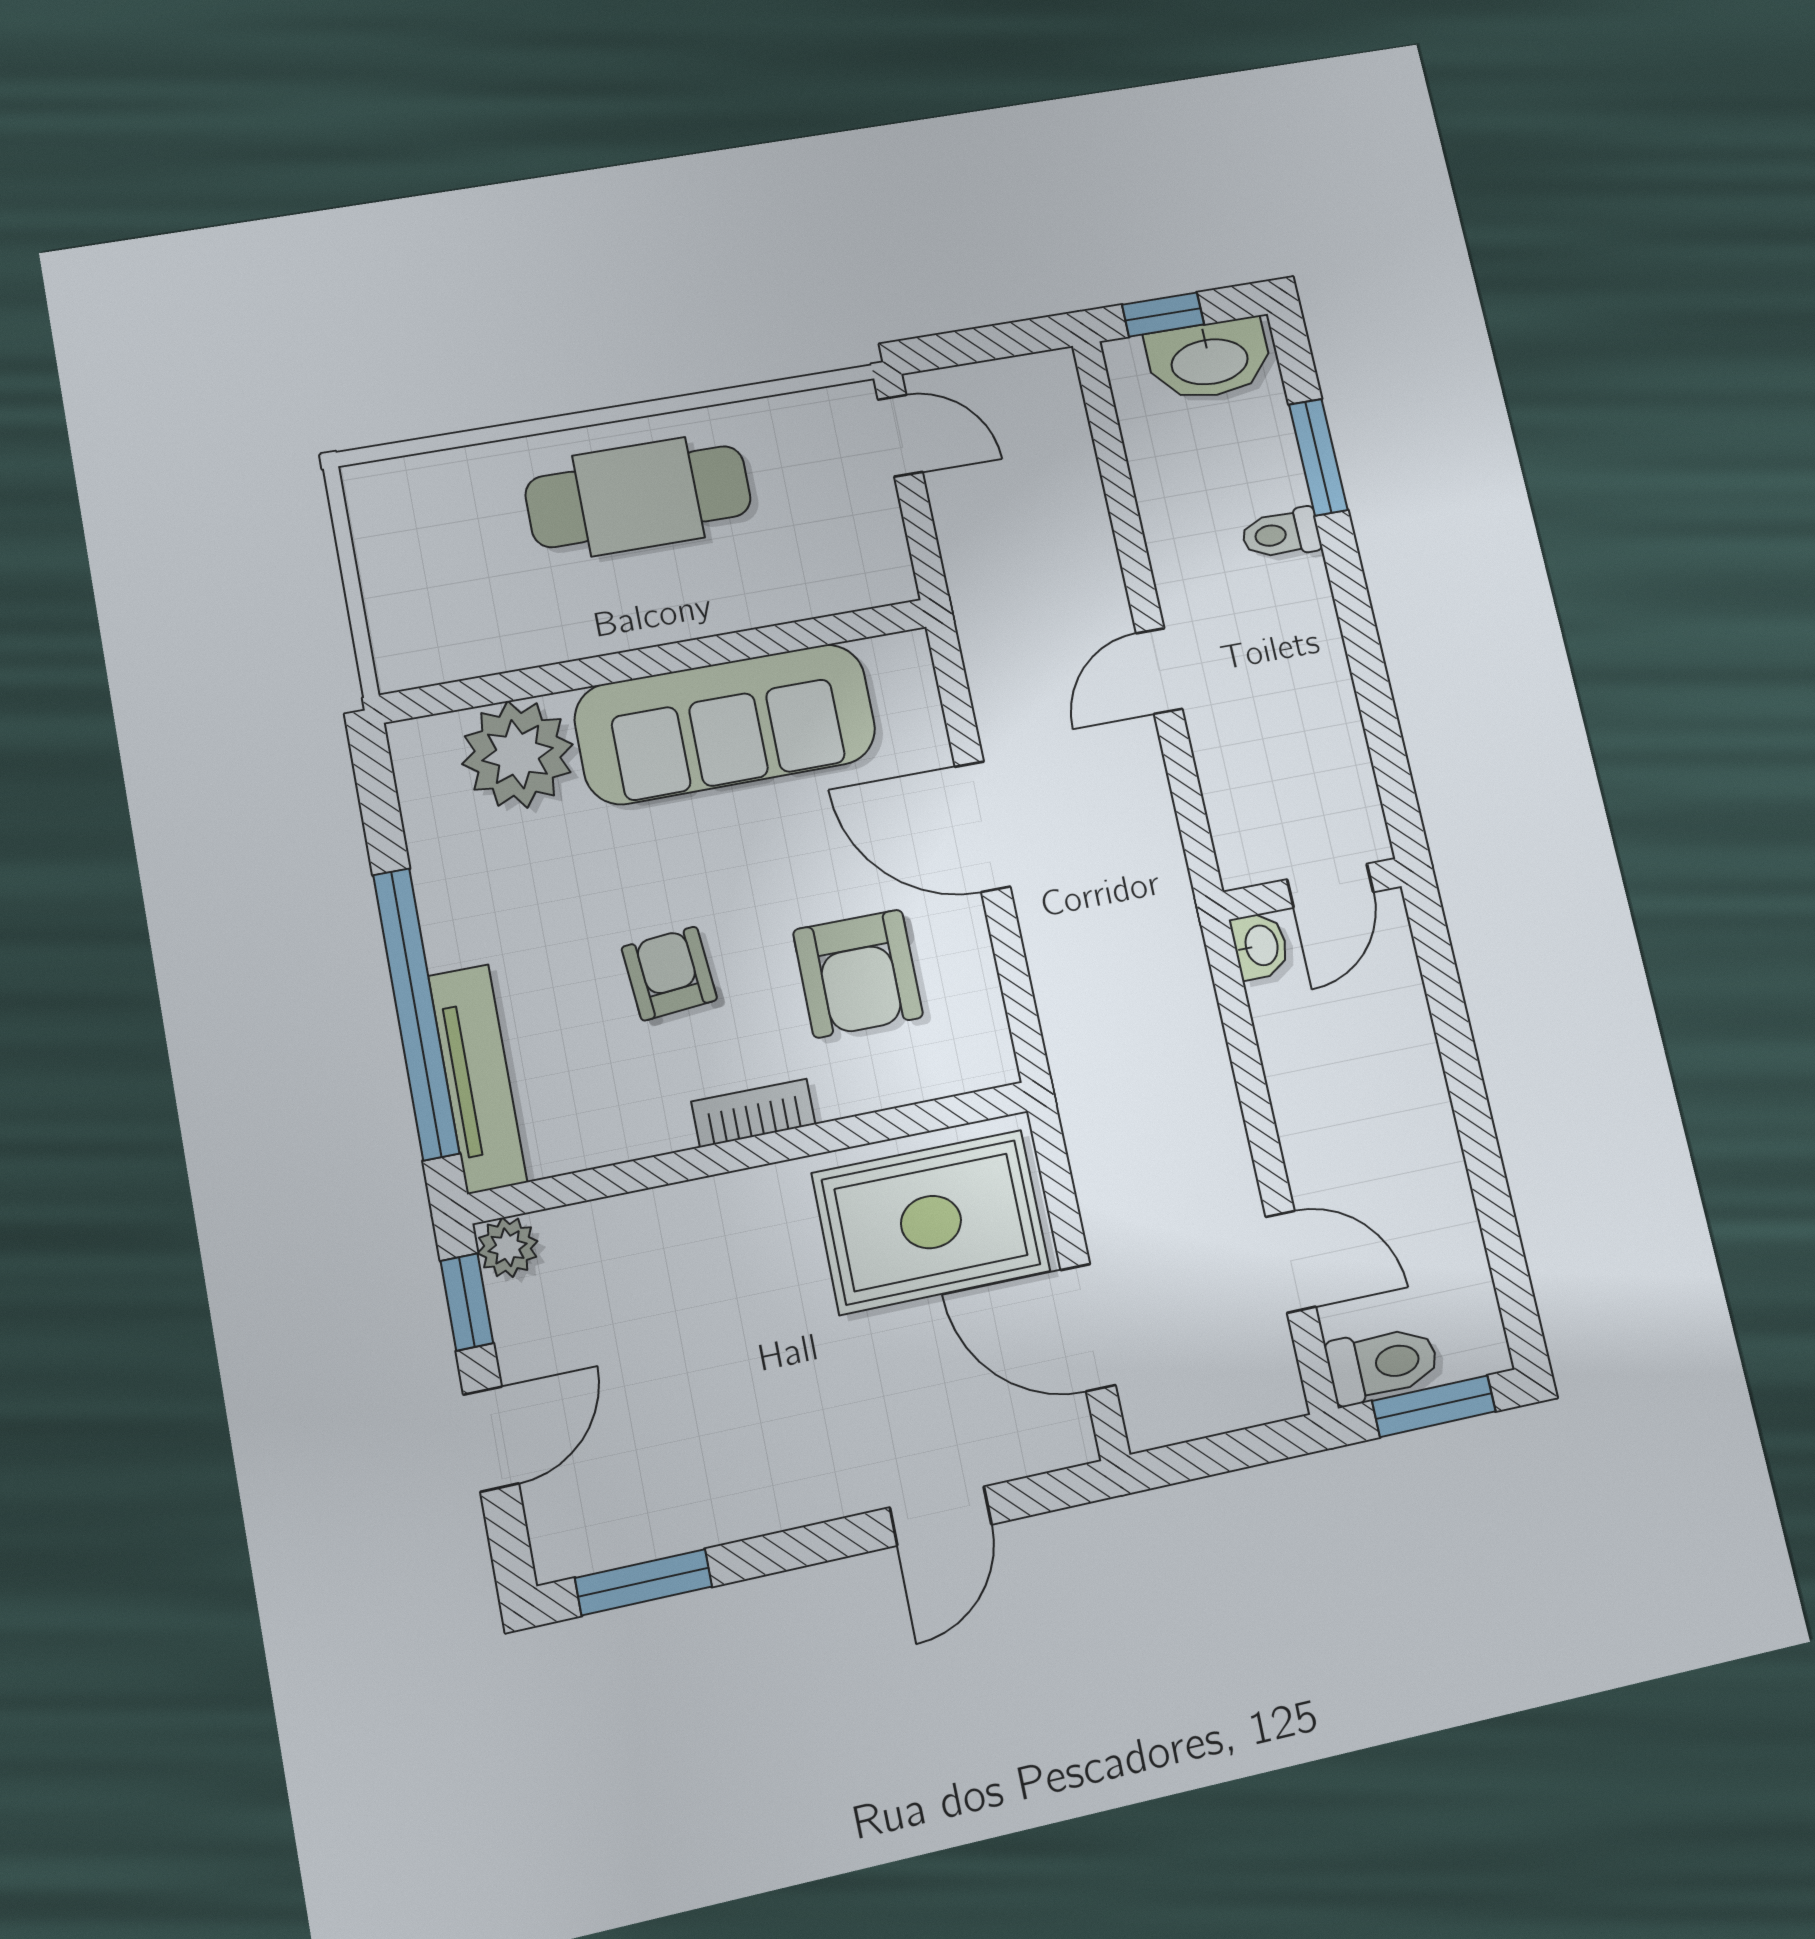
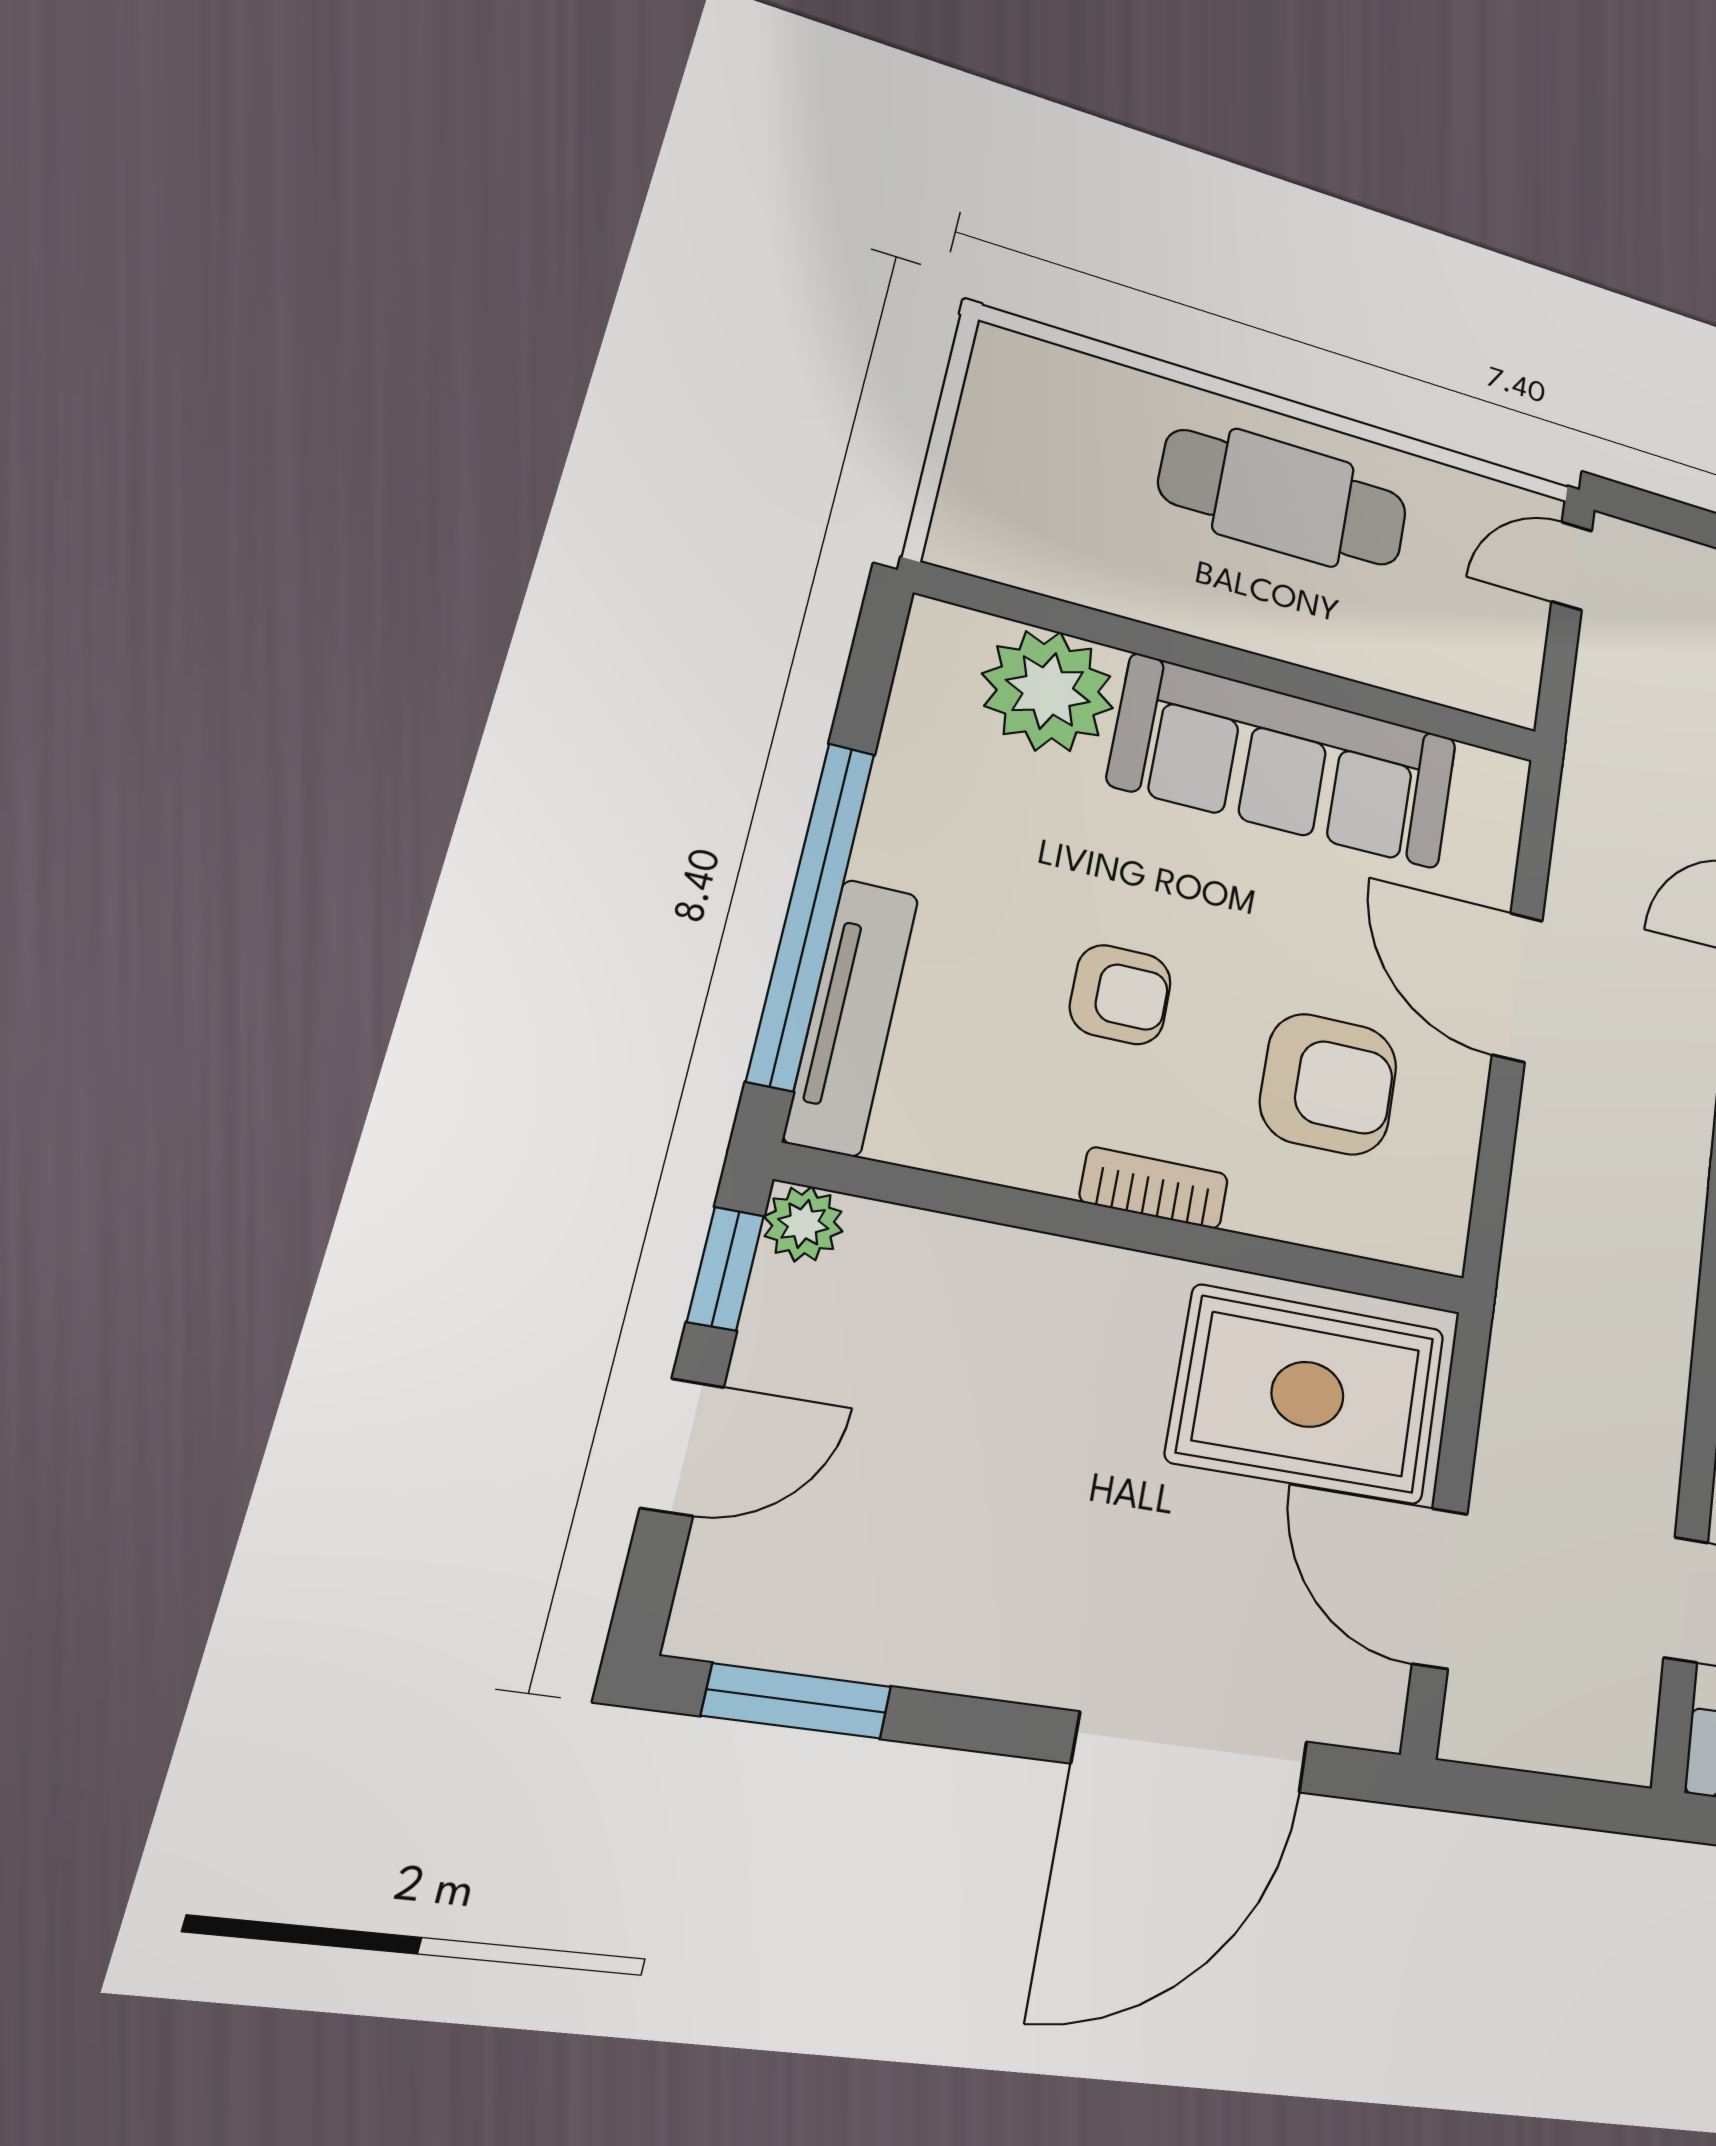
door: (900, 436) -> (1572, 566), swing flipped
armchair: (669, 973) -> (1120, 995), turned 95
armchair: (858, 974) -> (1329, 1084), turned -90
door: (941, 1516) -> (1191, 1752), width x1.88

